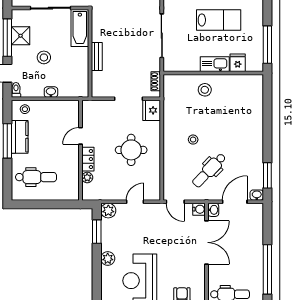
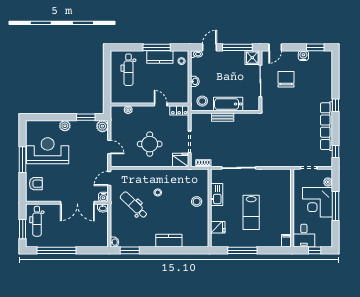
bathtub: (80, 28) -> (228, 104), moved
shower: (20, 36) -> (252, 58), moved
window: (267, 45) -> (242, 250), moved
stool: (44, 57) -> (202, 101), moved
kitchen sink: (215, 64) -> (217, 194), moved
kitchen counter: (255, 125) -> (169, 241), added
locker: (88, 159) -> (179, 110), moved
door: (235, 202) -> (109, 225), removed

